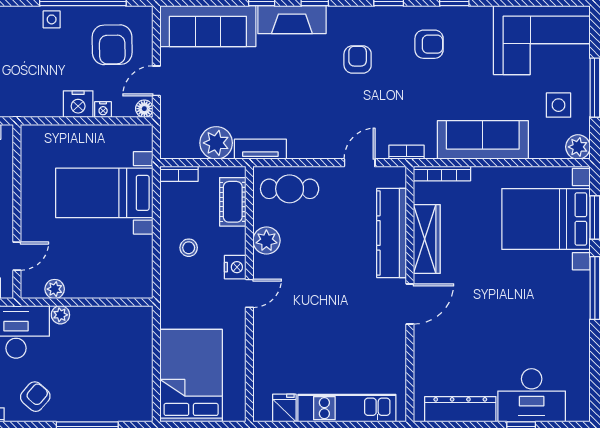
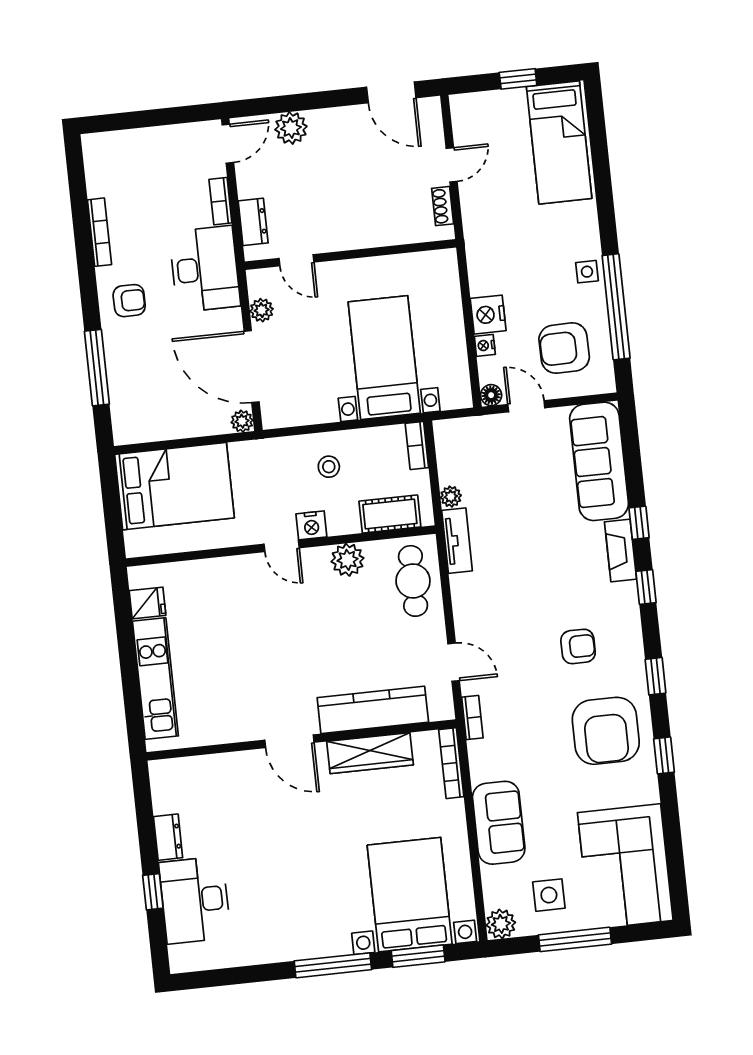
fireplace: (292, 20) -> (621, 550), width x0.73, depth x0.76
armchair: (429, 44) -> (606, 731), width x1.88, depth x1.88
sofa: (483, 140) -> (499, 823), width x0.73
plant: (216, 143) -> (451, 497), width x0.53, depth x0.53
door: (100, 302) -> (252, 367), added
plant: (60, 315) -> (242, 421), moved
armchair: (35, 397) -> (129, 301), turned -41
dresser: (460, 409) -> (168, 837), width x0.51, depth x0.80

